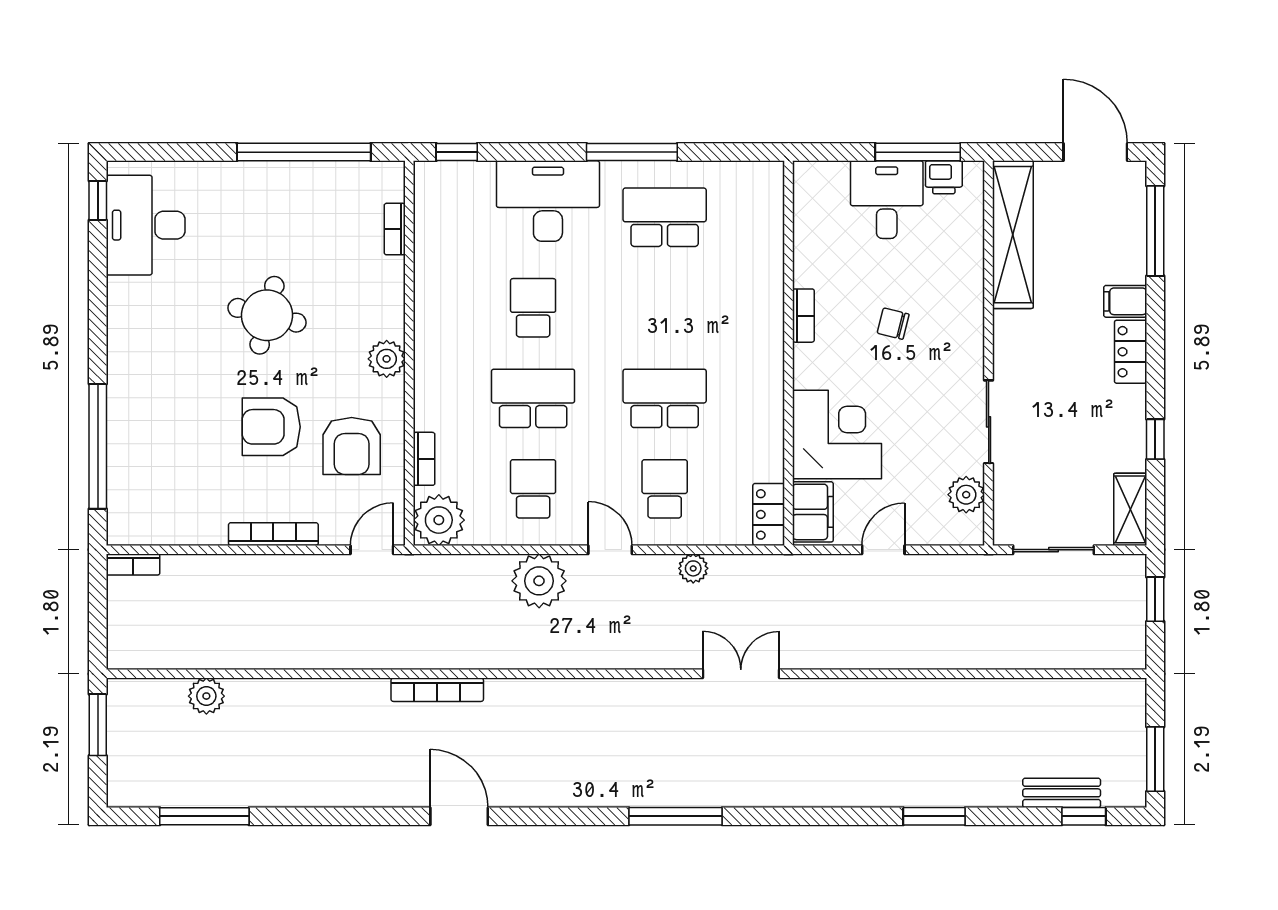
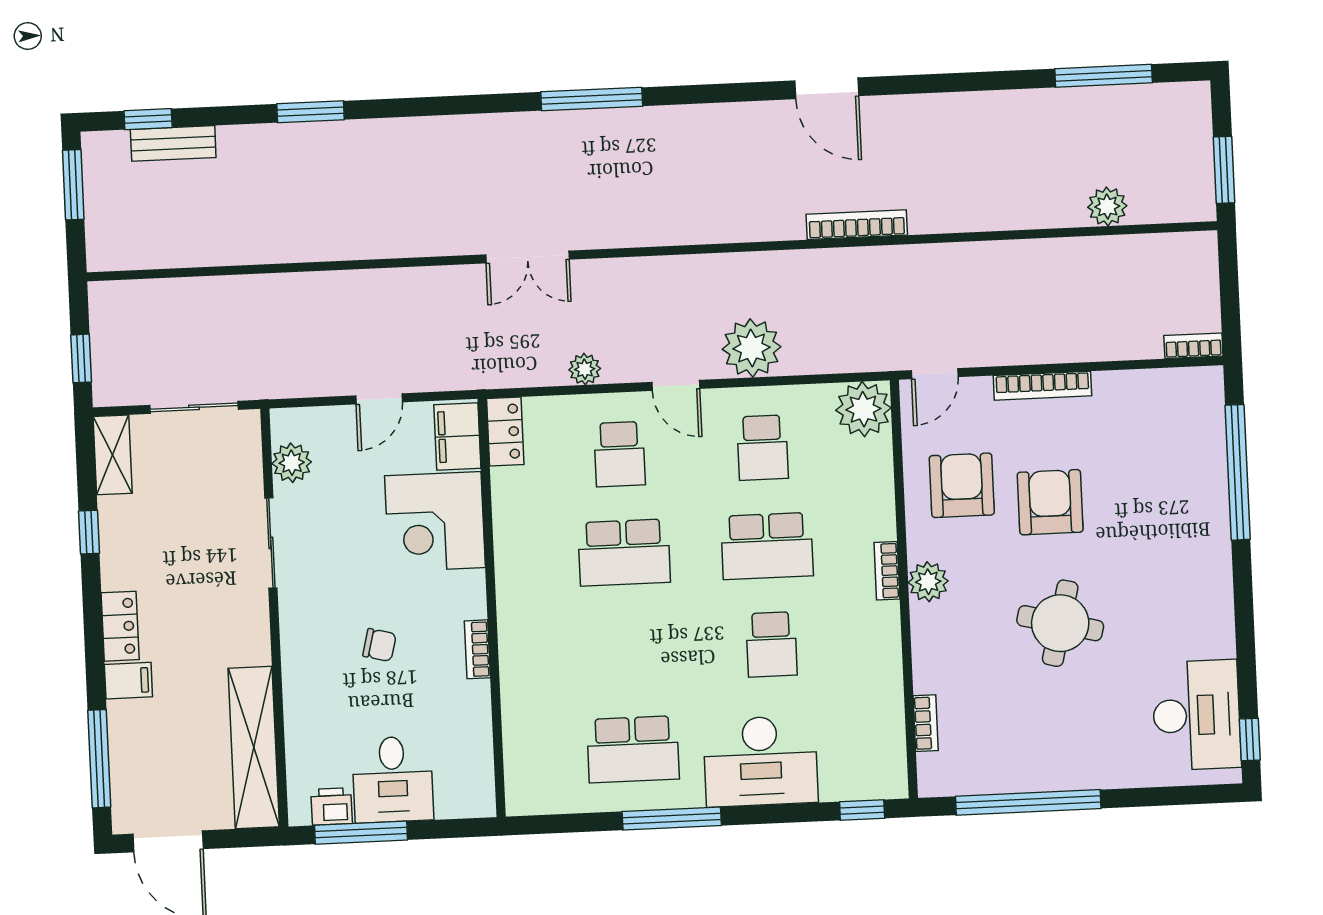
armchair: (271, 427) -> (1050, 502), turned -90
bookcase: (424, 459) -> (887, 571), moved

